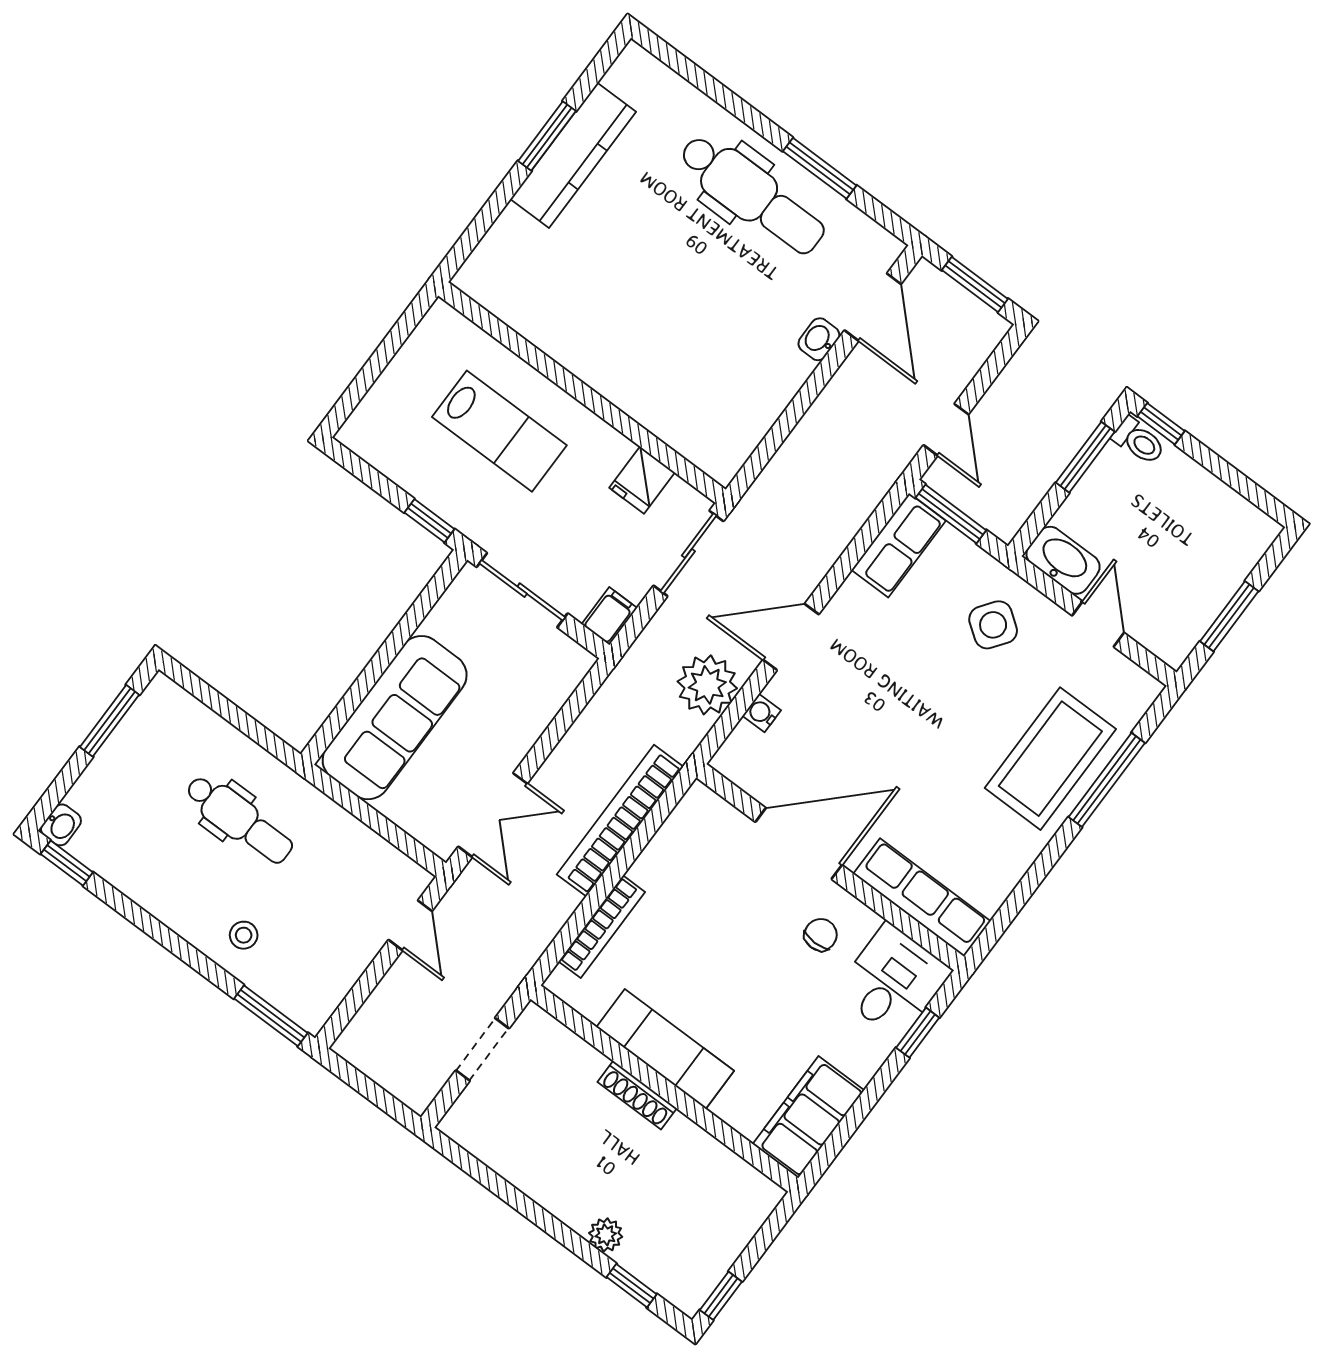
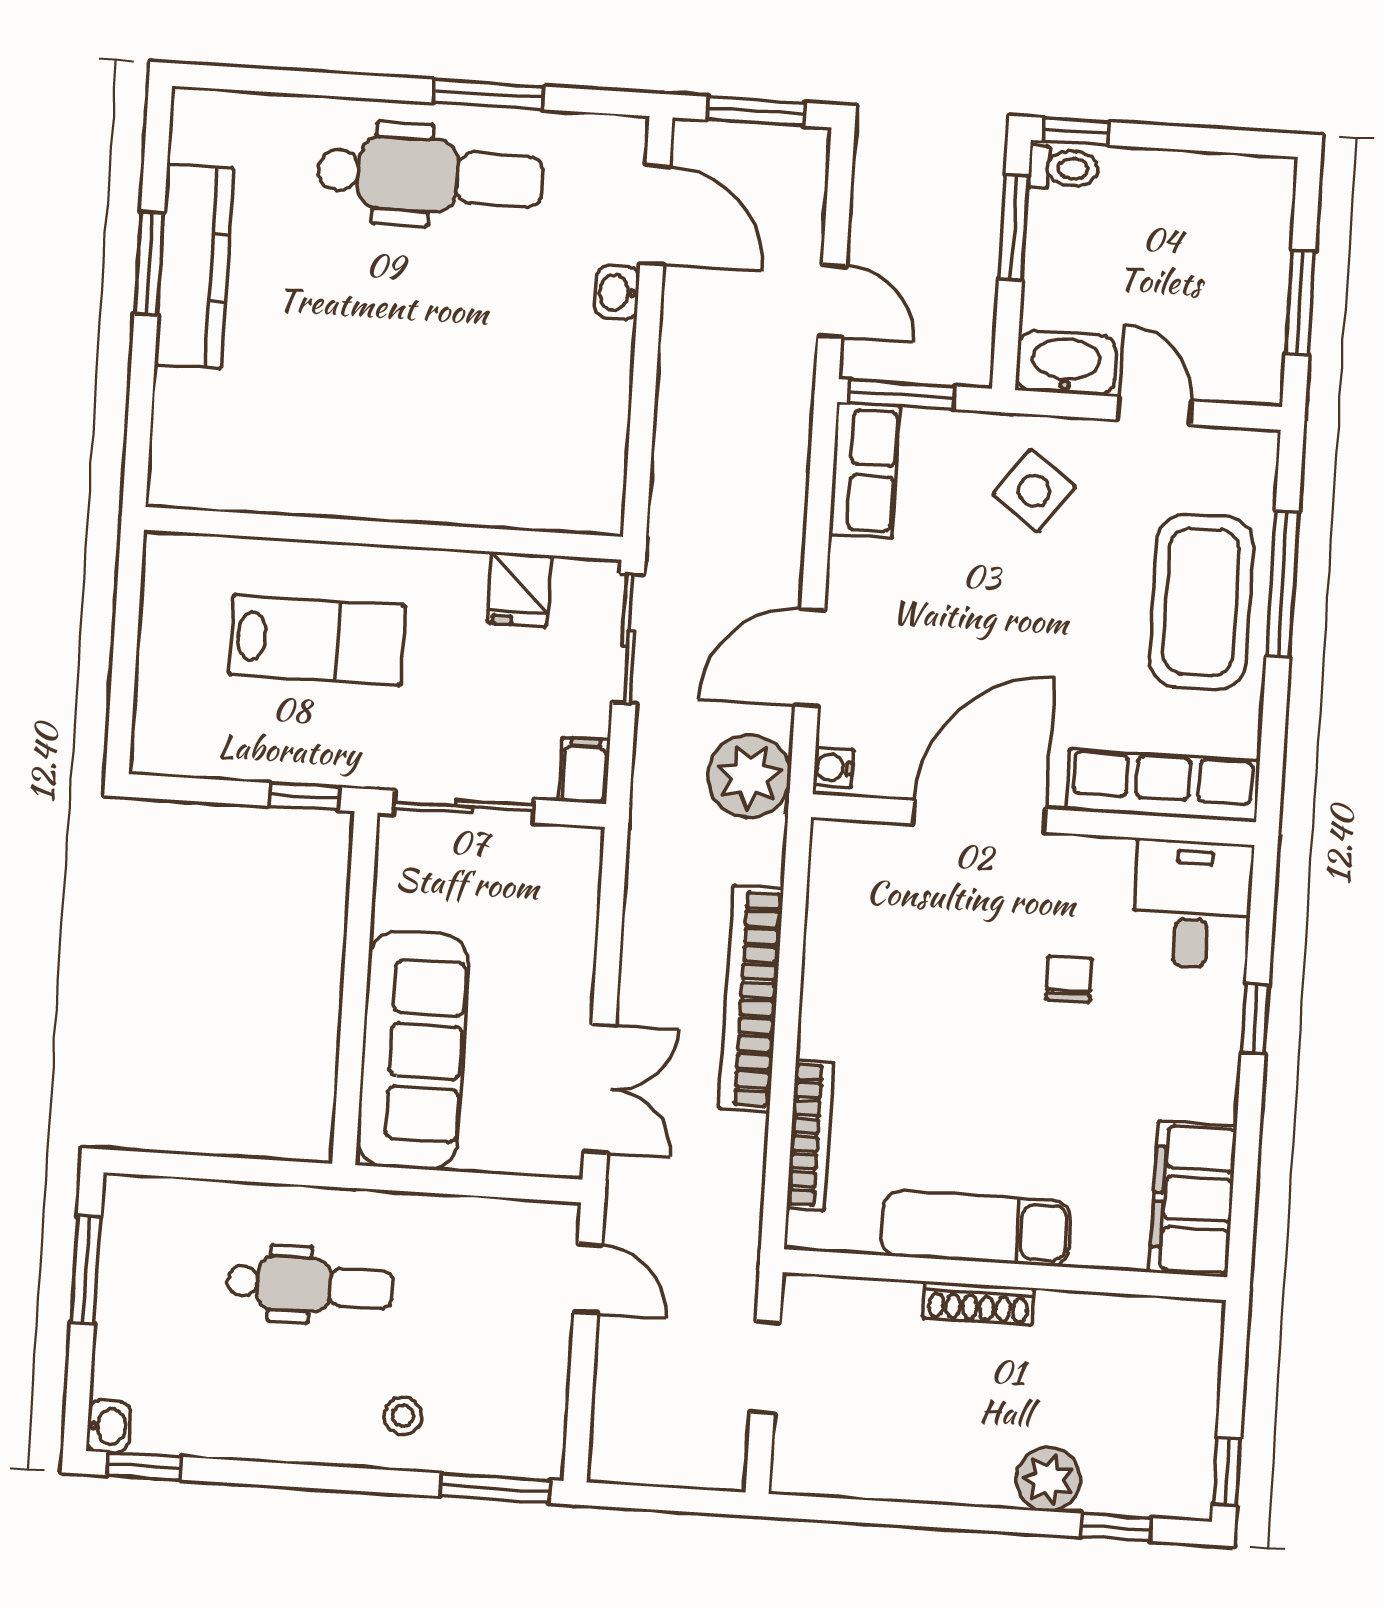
door: (799, 843) -> (979, 816), moved
wall: (830, 867) -> (1034, 820), moved
row of seats: (922, 897) -> (1163, 785), moved
desk: (893, 981) -> (1193, 904), moved
plant: (606, 1235) -> (1048, 1479), width x1.38, depth x1.38

